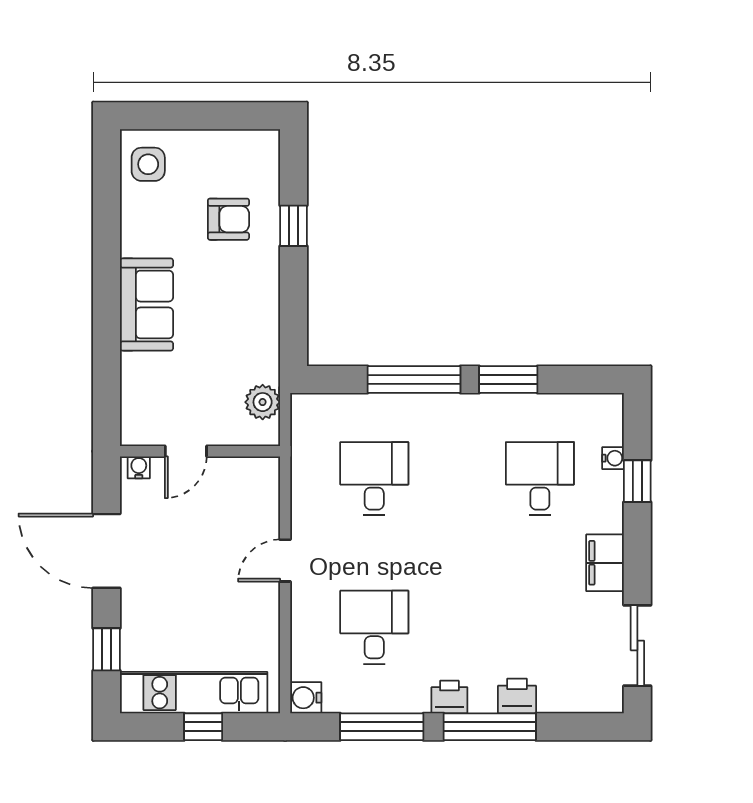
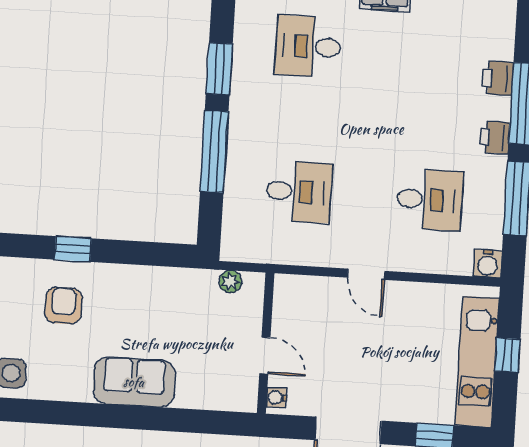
plant: (263, 402) -> (230, 282), width x0.73, depth x0.73
desk: (374, 479) -> (299, 192), turned 180
desk: (374, 627) -> (430, 200), turned 180

